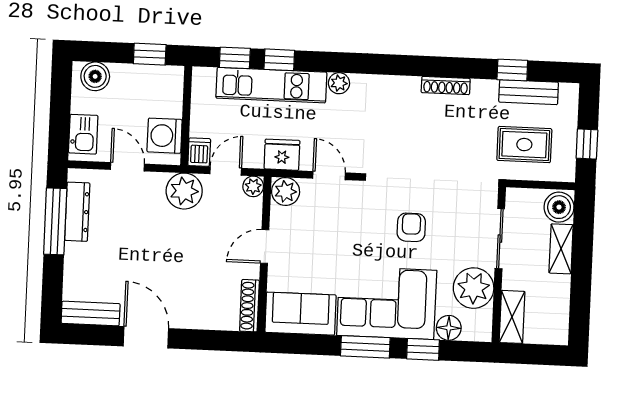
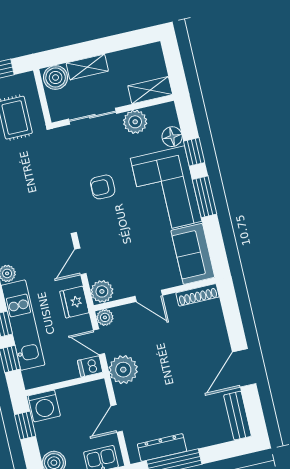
washing machine: (165, 136) -> (44, 406), moved
plant: (474, 288) -> (135, 122), width x0.73, depth x0.73

